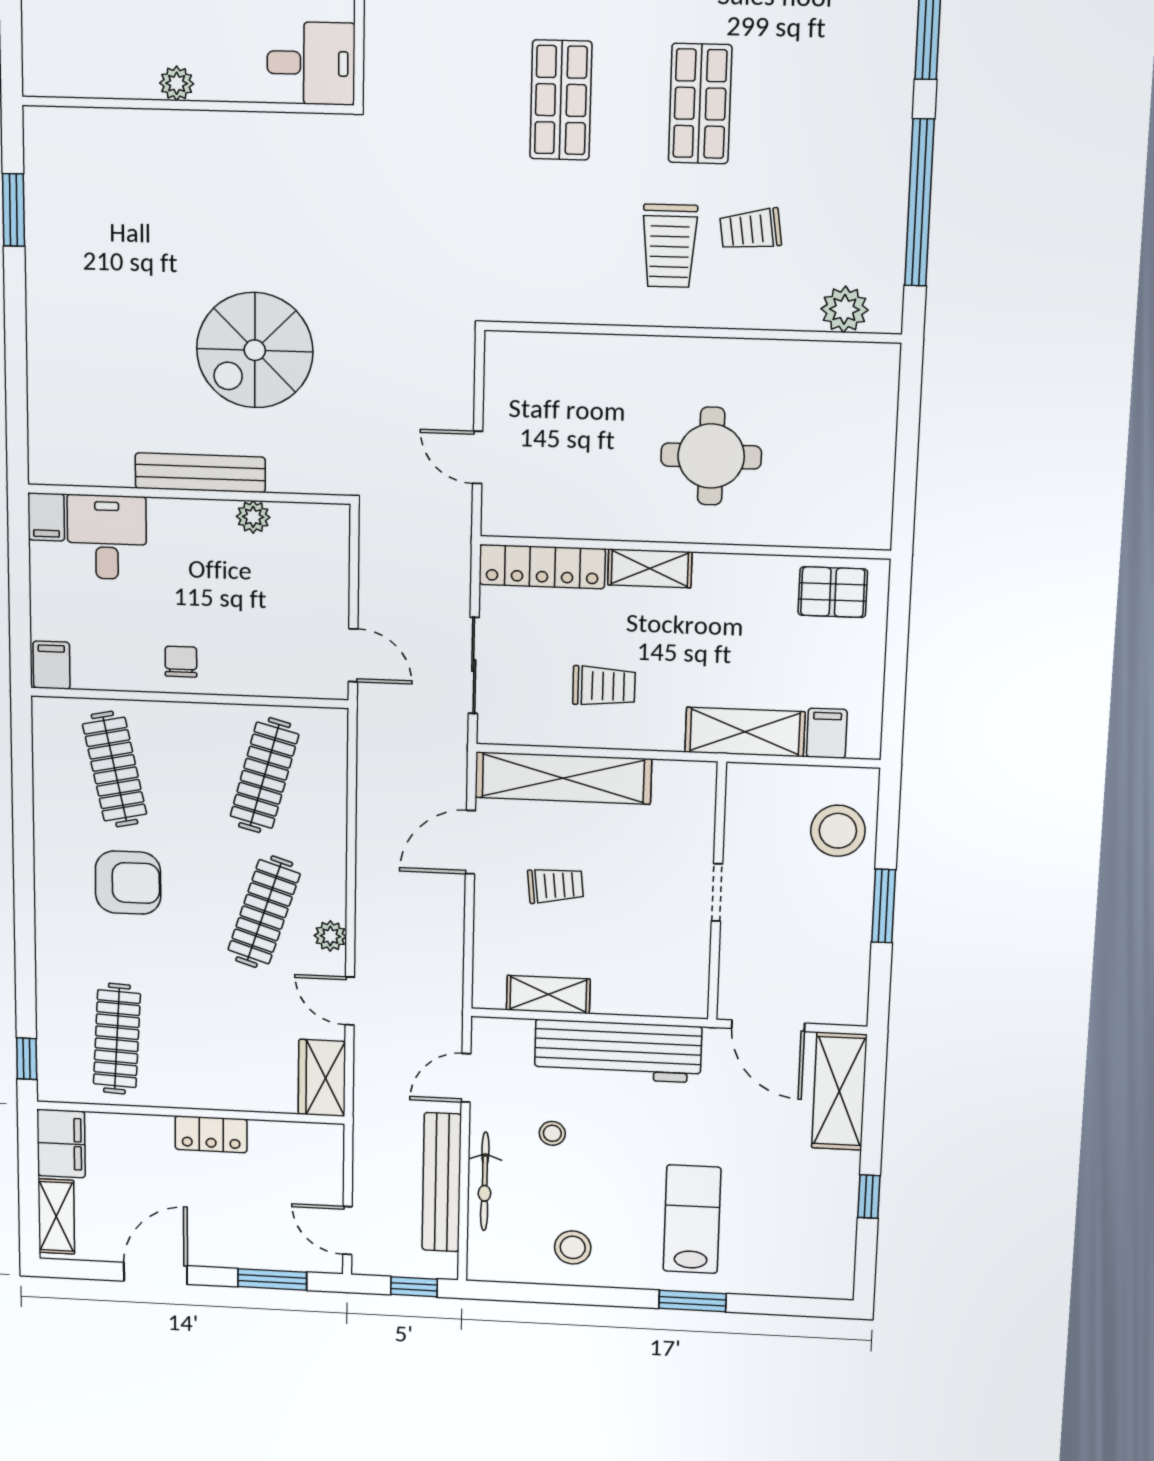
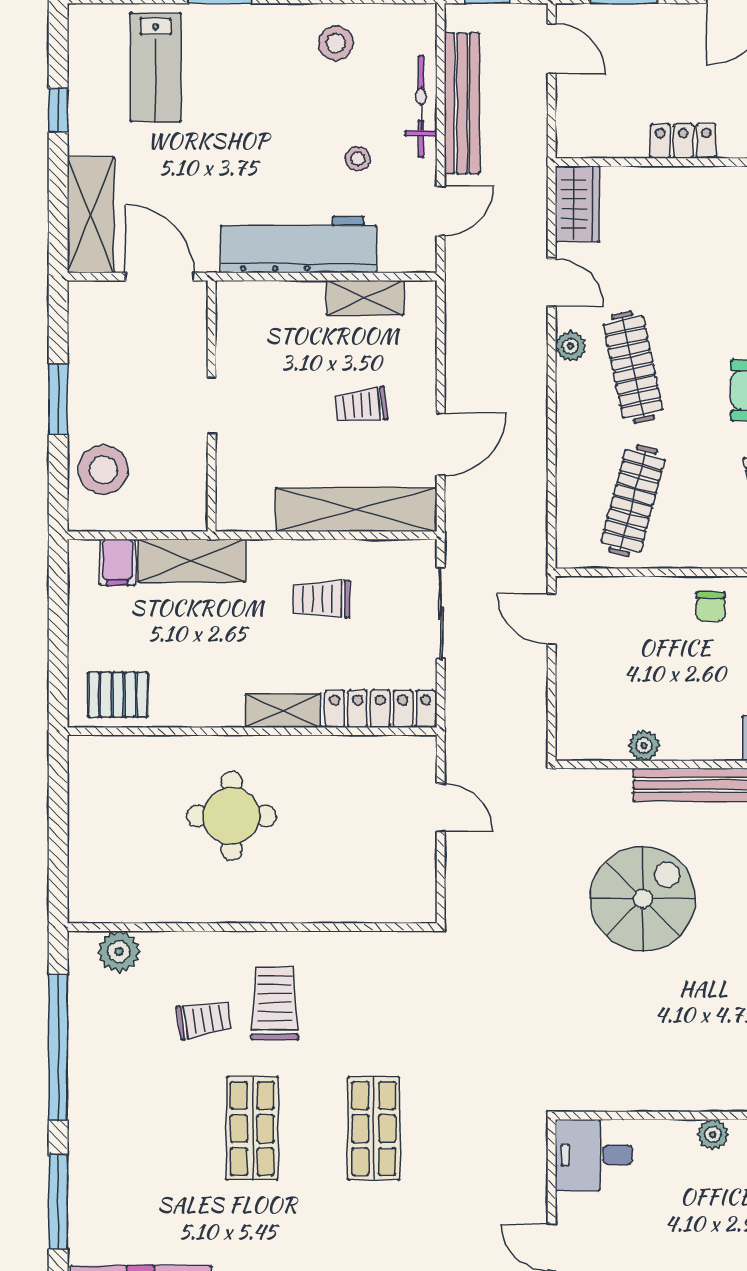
clothes rail: (264, 912) -> (633, 367), turned -30
lab bench: (692, 1219) -> (156, 67), moved

